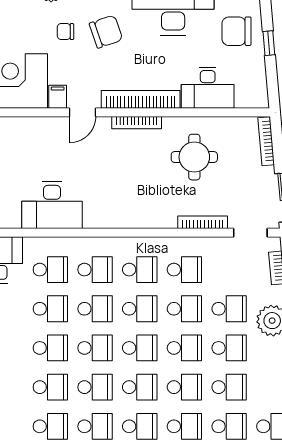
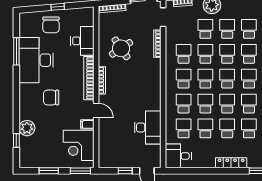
chair: (65, 32) -> (51, 120), removed
chair: (106, 32) -> (51, 97), turned -71
round table: (194, 157) -> (121, 48), turned -34

